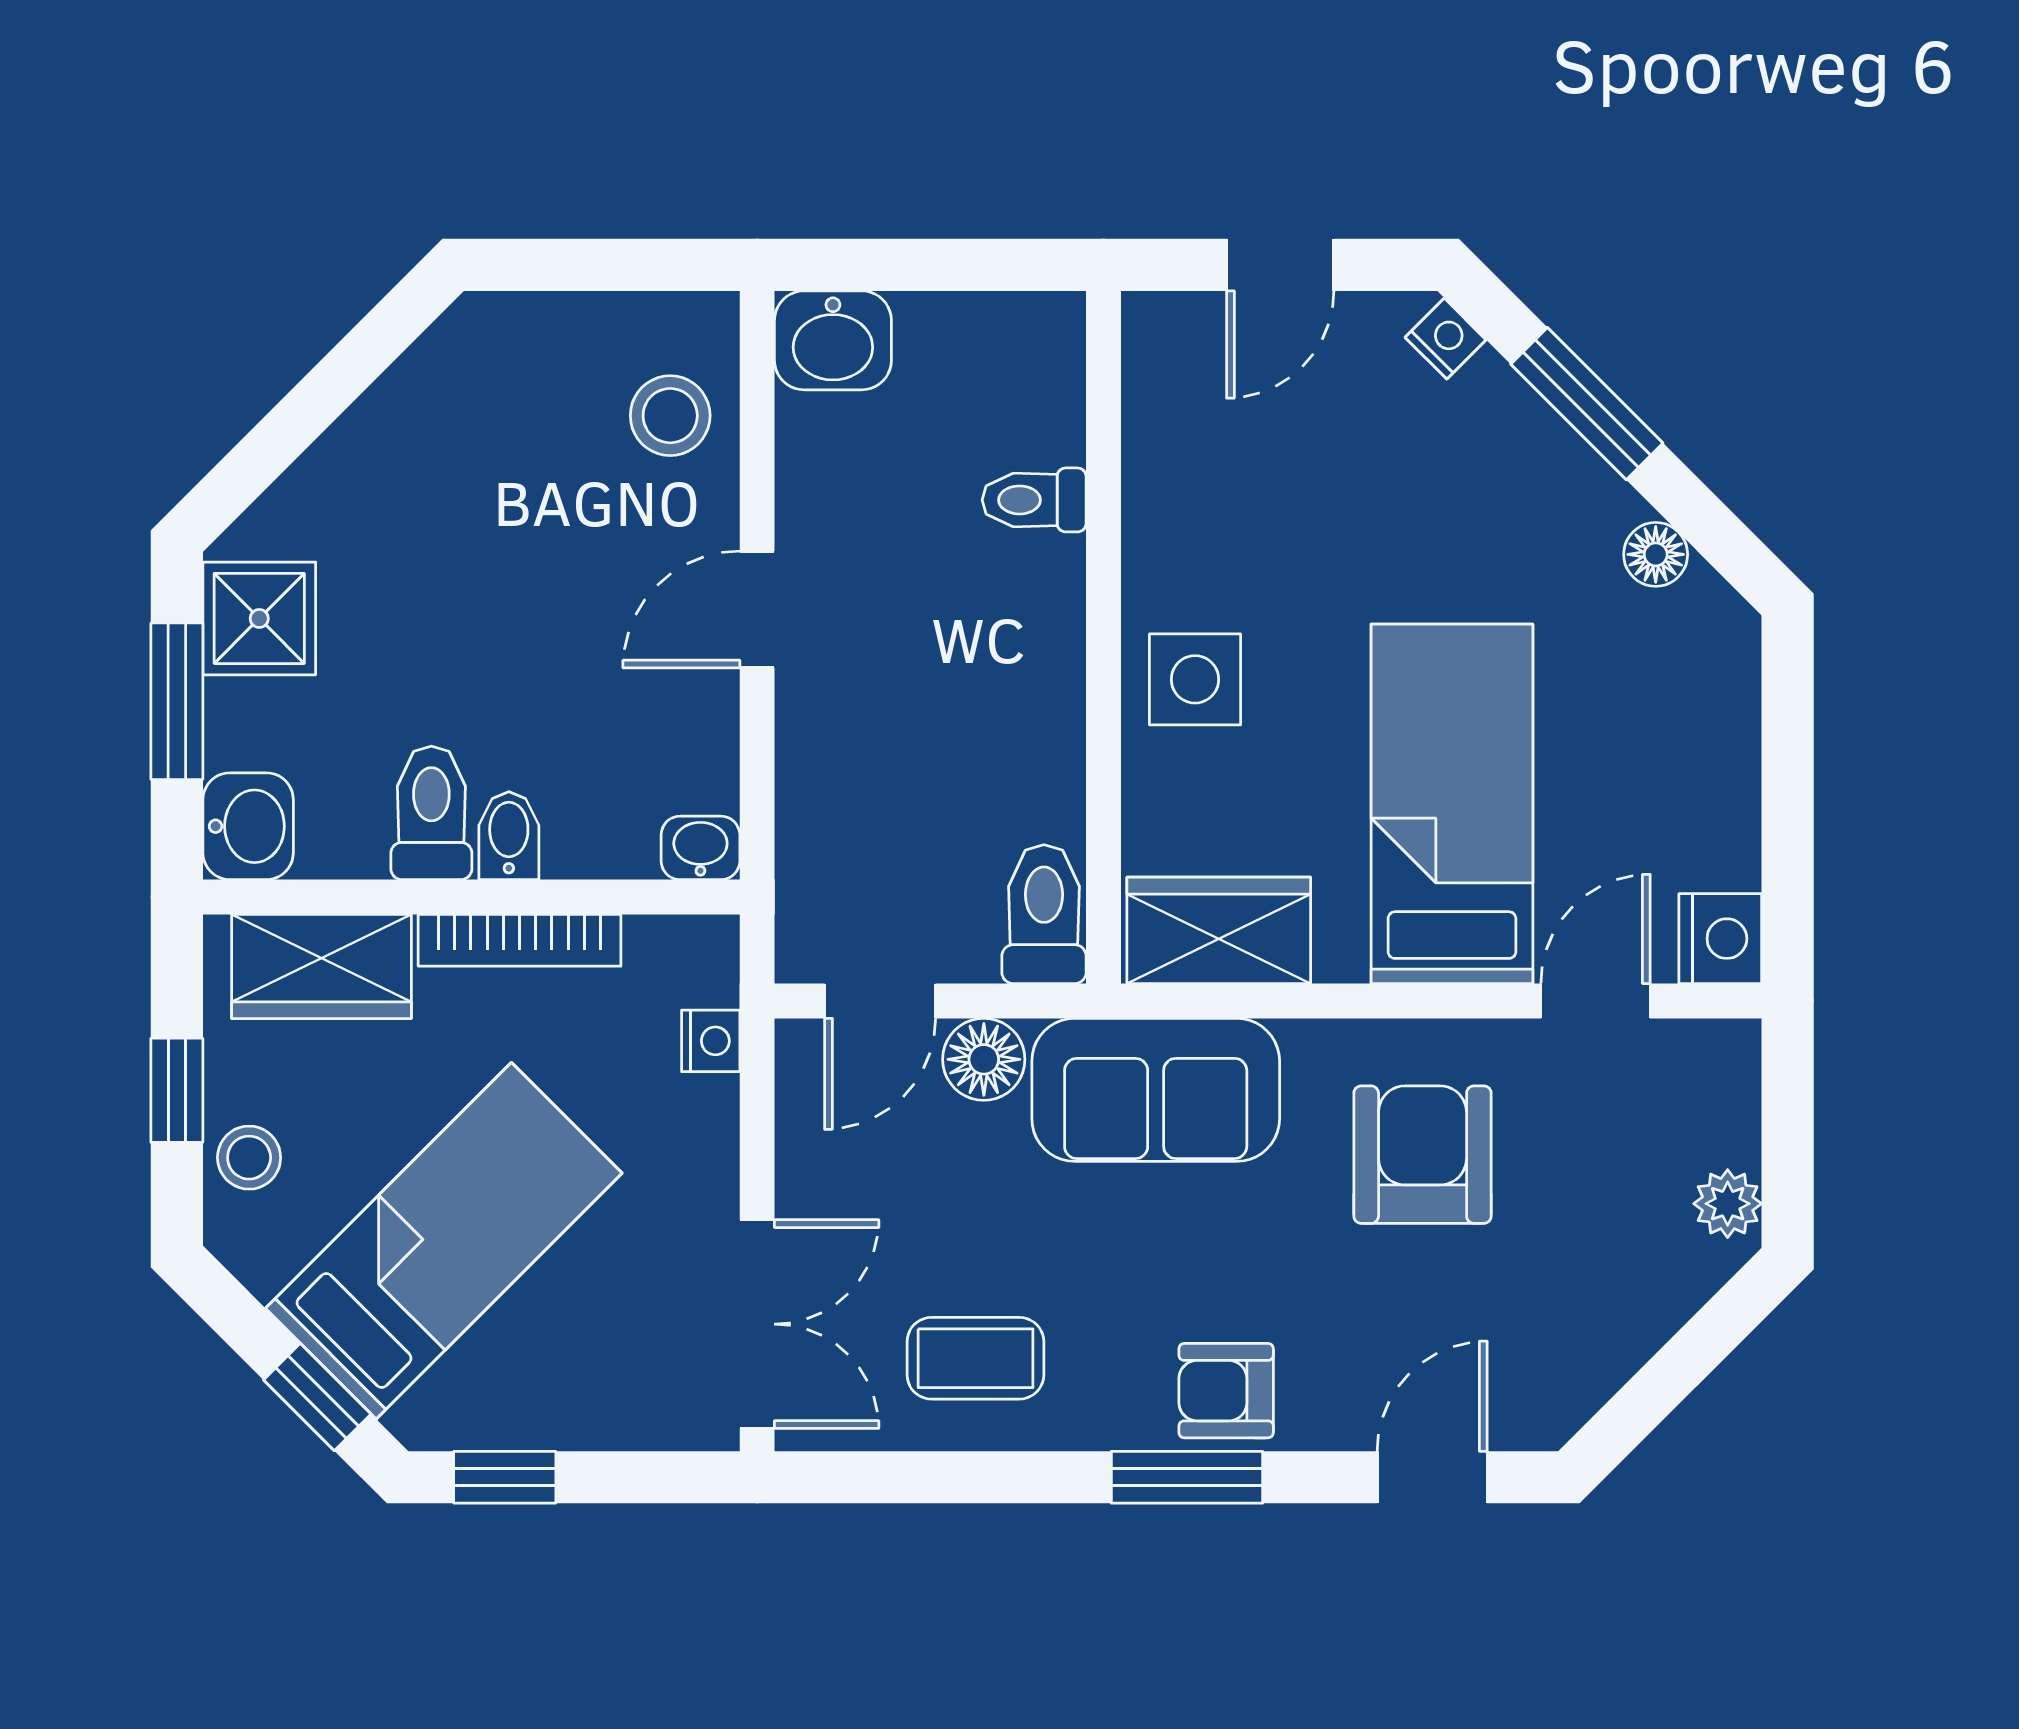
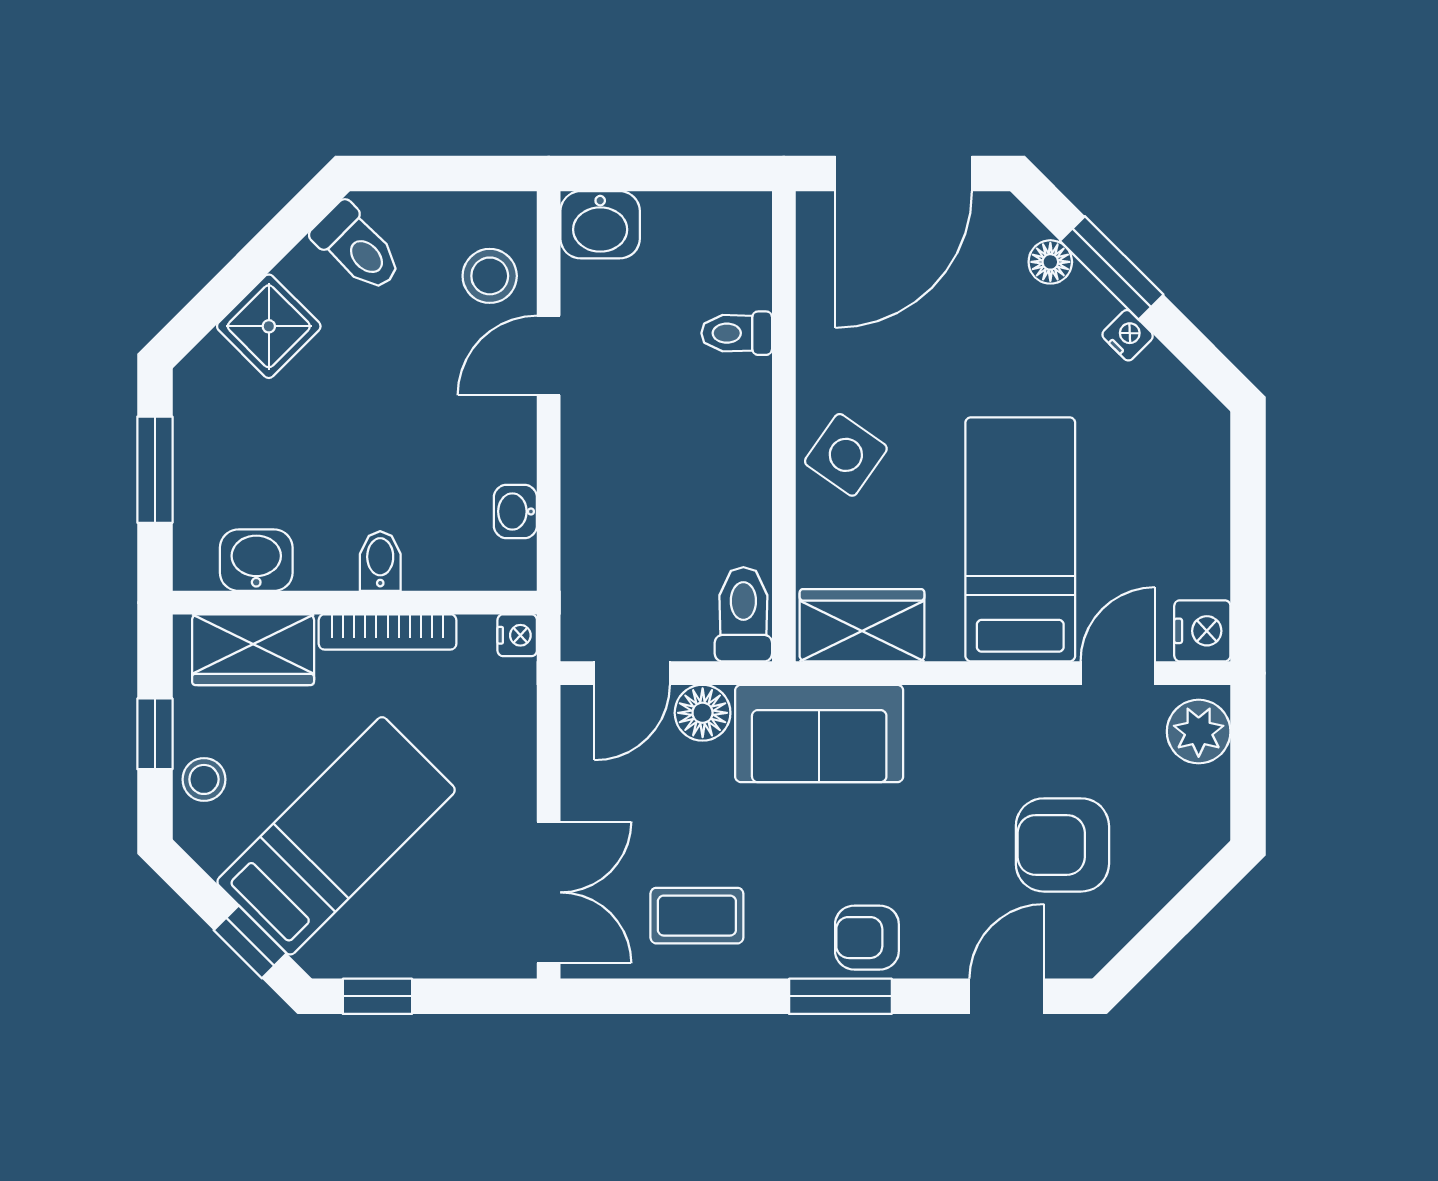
door: (1280, 265) -> (904, 174), width x1.88
nightstand: (1446, 339) -> (1128, 335), moved
floor lamp: (1656, 554) -> (1050, 262), moved
door: (757, 609) -> (549, 355), moved
shower: (259, 618) -> (269, 326), moved, turned 45
side table: (1195, 679) -> (846, 455), turned 35
toilet: (431, 813) -> (357, 248), moved, turned 135
washbasin: (248, 826) -> (256, 560), moved, turned -90
washbasin: (700, 848) -> (515, 511), moved, turned -90
nightstand: (711, 1041) -> (517, 635), moved
armchair: (1423, 1155) -> (1062, 845), moved, turned -90
plant: (1728, 1204) -> (1199, 732), moved, width x1.38, depth x1.38

